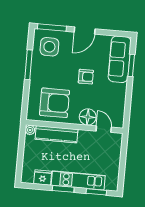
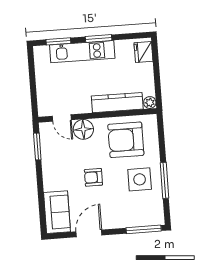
door: (85, 31) -> (89, 233), moved
side table: (49, 47) -> (140, 179), moved
sofa: (120, 59) -> (57, 212), width x0.73
window: (131, 65) -> (37, 146), moved
fridge: (43, 177) -> (143, 52), moved, turned 90

